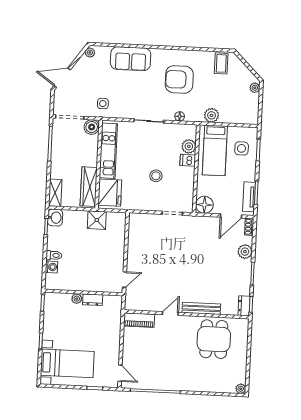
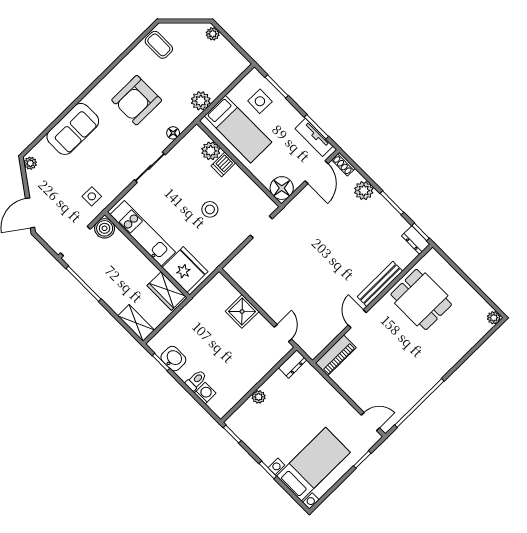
wardrobe: (89, 187) -> (166, 291), width x0.67
washbasin: (55, 218) -> (173, 359), moved
shower: (97, 220) -> (242, 311), moved
dresser: (93, 300) -> (293, 364), moved

